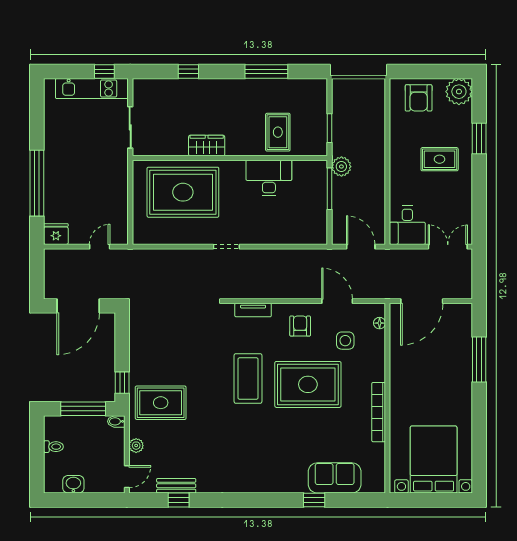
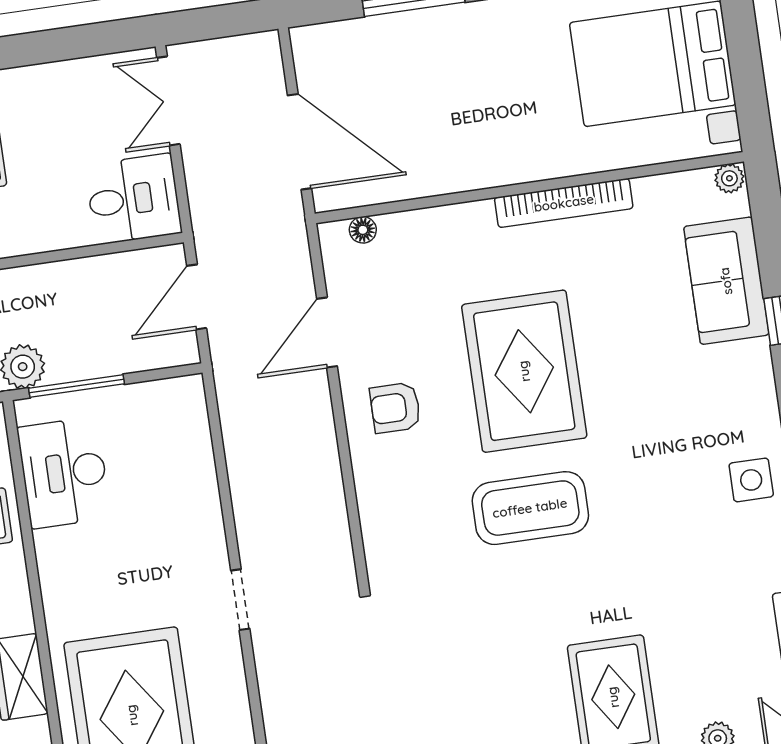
desk: (269, 178) -> (64, 473), moved
tv unit: (253, 310) -> (375, 519), removed
side table: (345, 341) -> (751, 480), moved
plant: (379, 486) -> (729, 178), added

